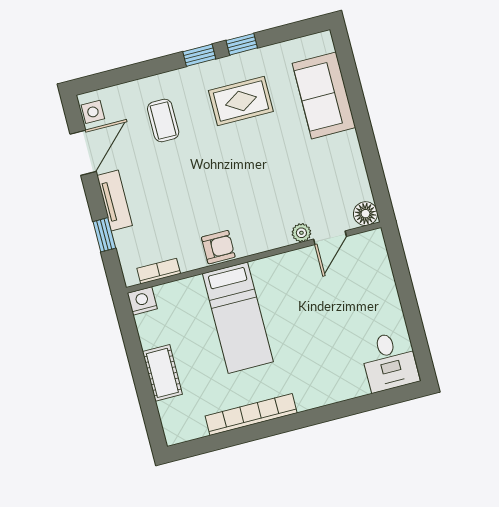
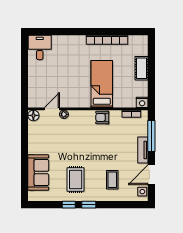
rug: (241, 101) -> (76, 180), turned 90
window: (104, 235) -> (151, 136), width x2.17

